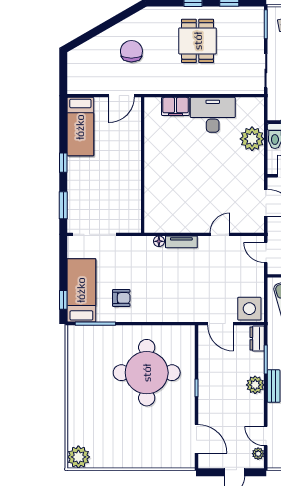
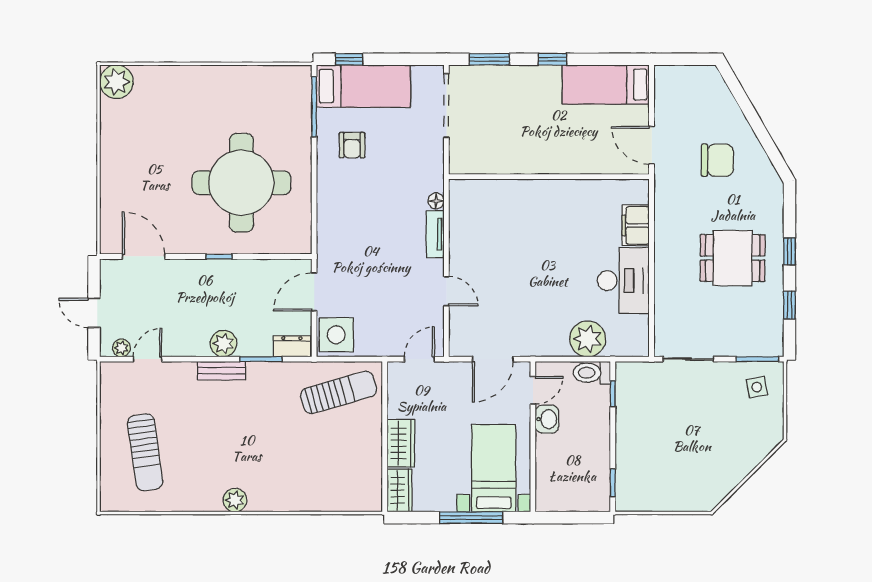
door: (196, 439) -> (144, 256), swing flipped

